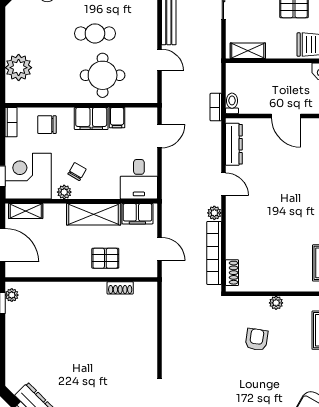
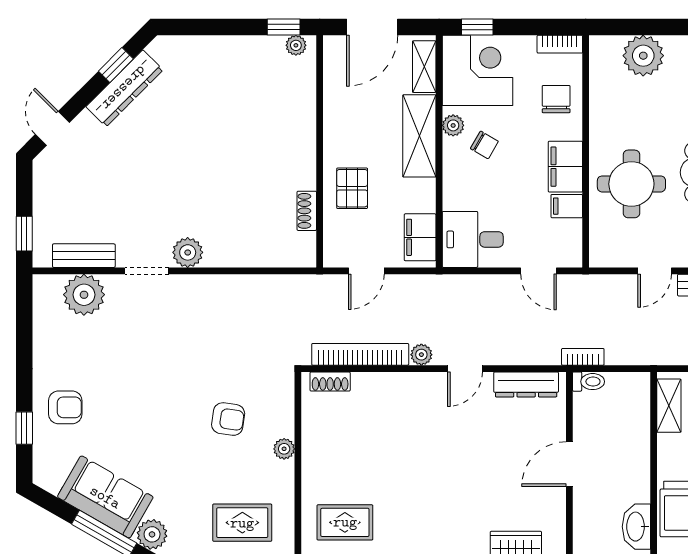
shelving: (94, 214) -> (419, 136), moved
plant: (147, 366) -> (188, 252), added

